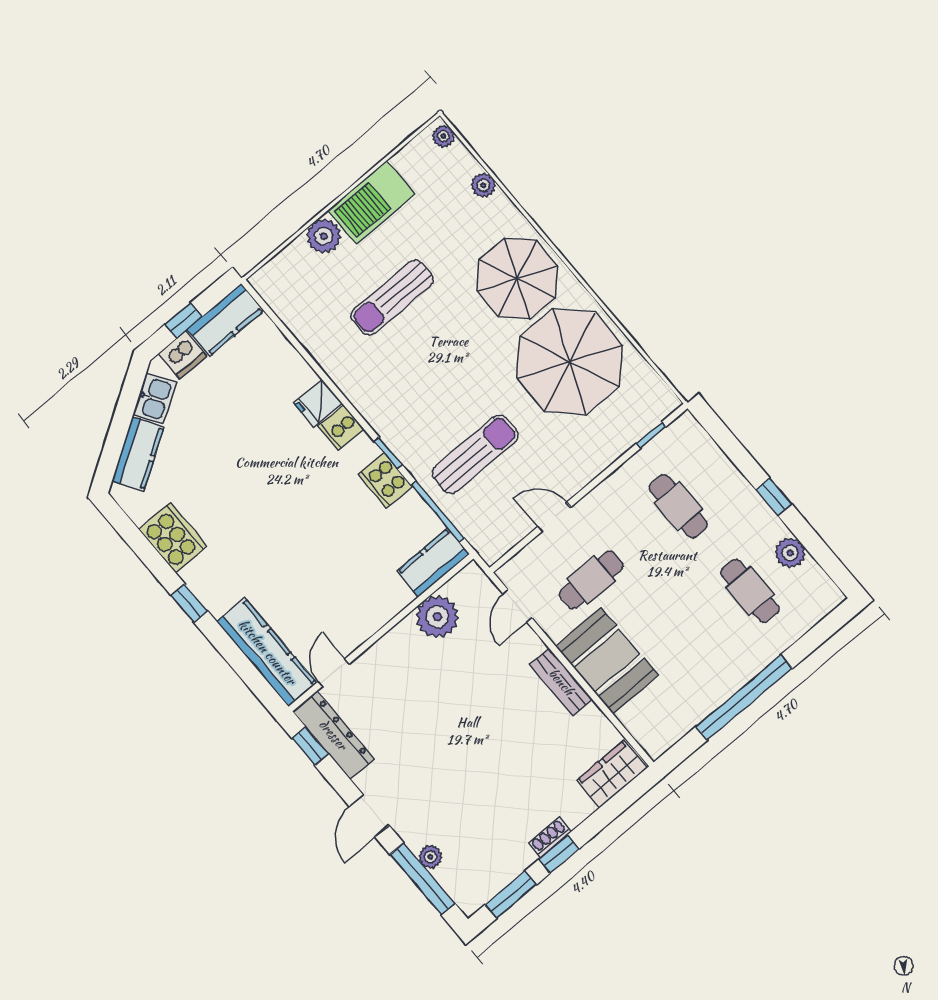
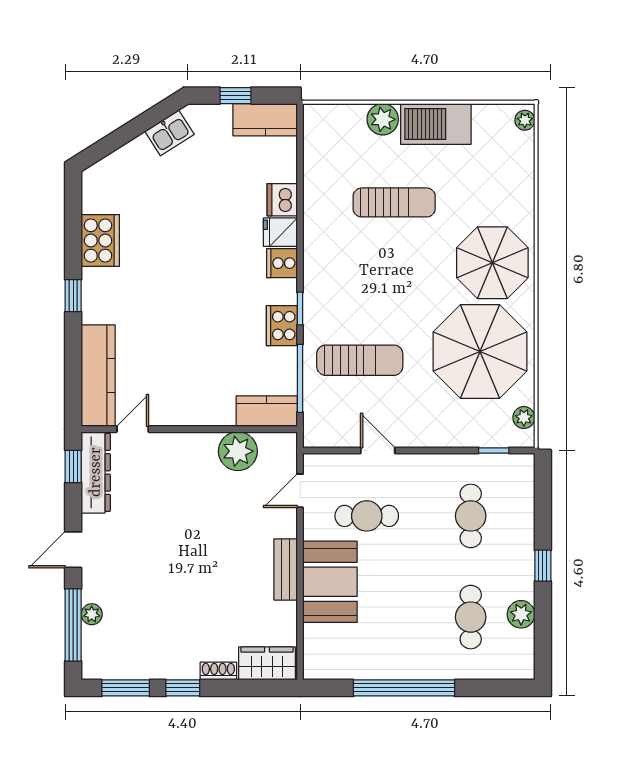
plant: (483, 185) -> (524, 418), moved
sun lounger: (392, 298) -> (394, 202), turned 180
dishwasher: (182, 355) -> (282, 200), moved, turned 90
kitchen counter: (138, 454) -> (125, 162), removed
shoe rack: (550, 837) -> (218, 671), moved

